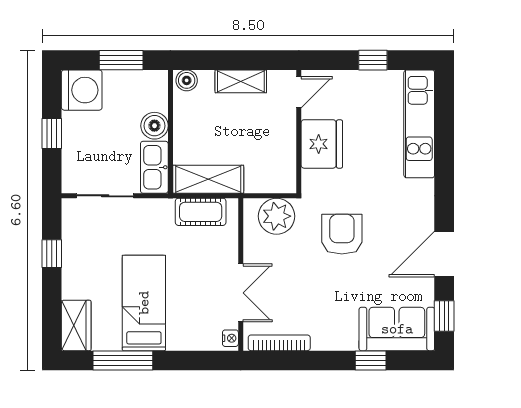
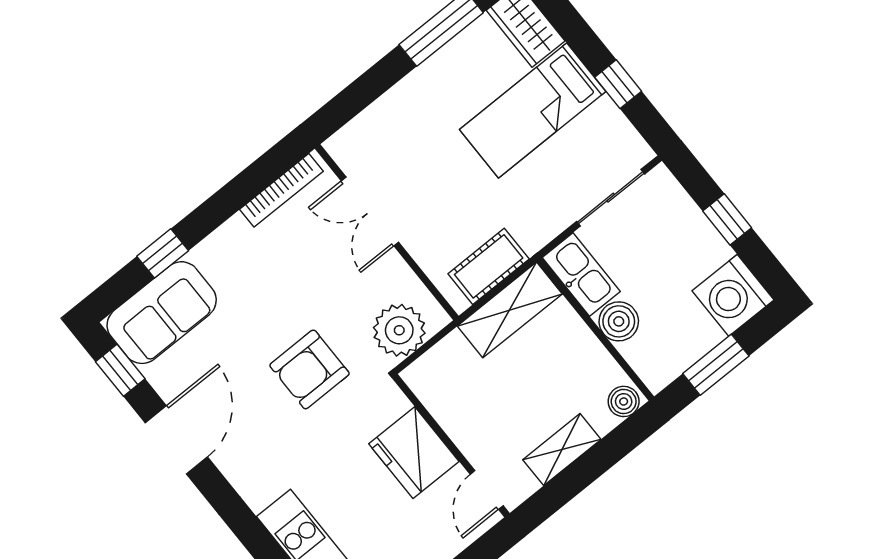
armchair: (342, 234) -> (309, 369), turned 90
bed: (144, 303) -> (533, 110), moved, turned 90
nightstand: (230, 338) -> (340, 151), removed

